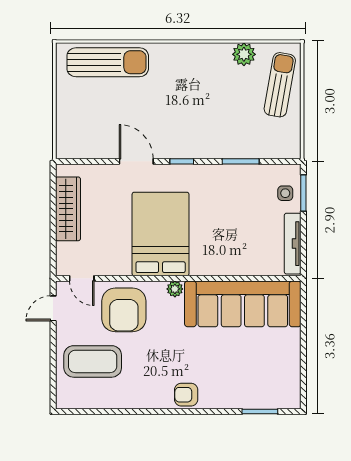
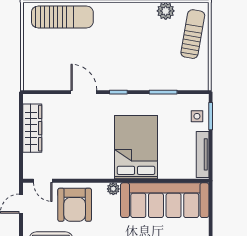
bed: (161, 234) -> (136, 147), moved

